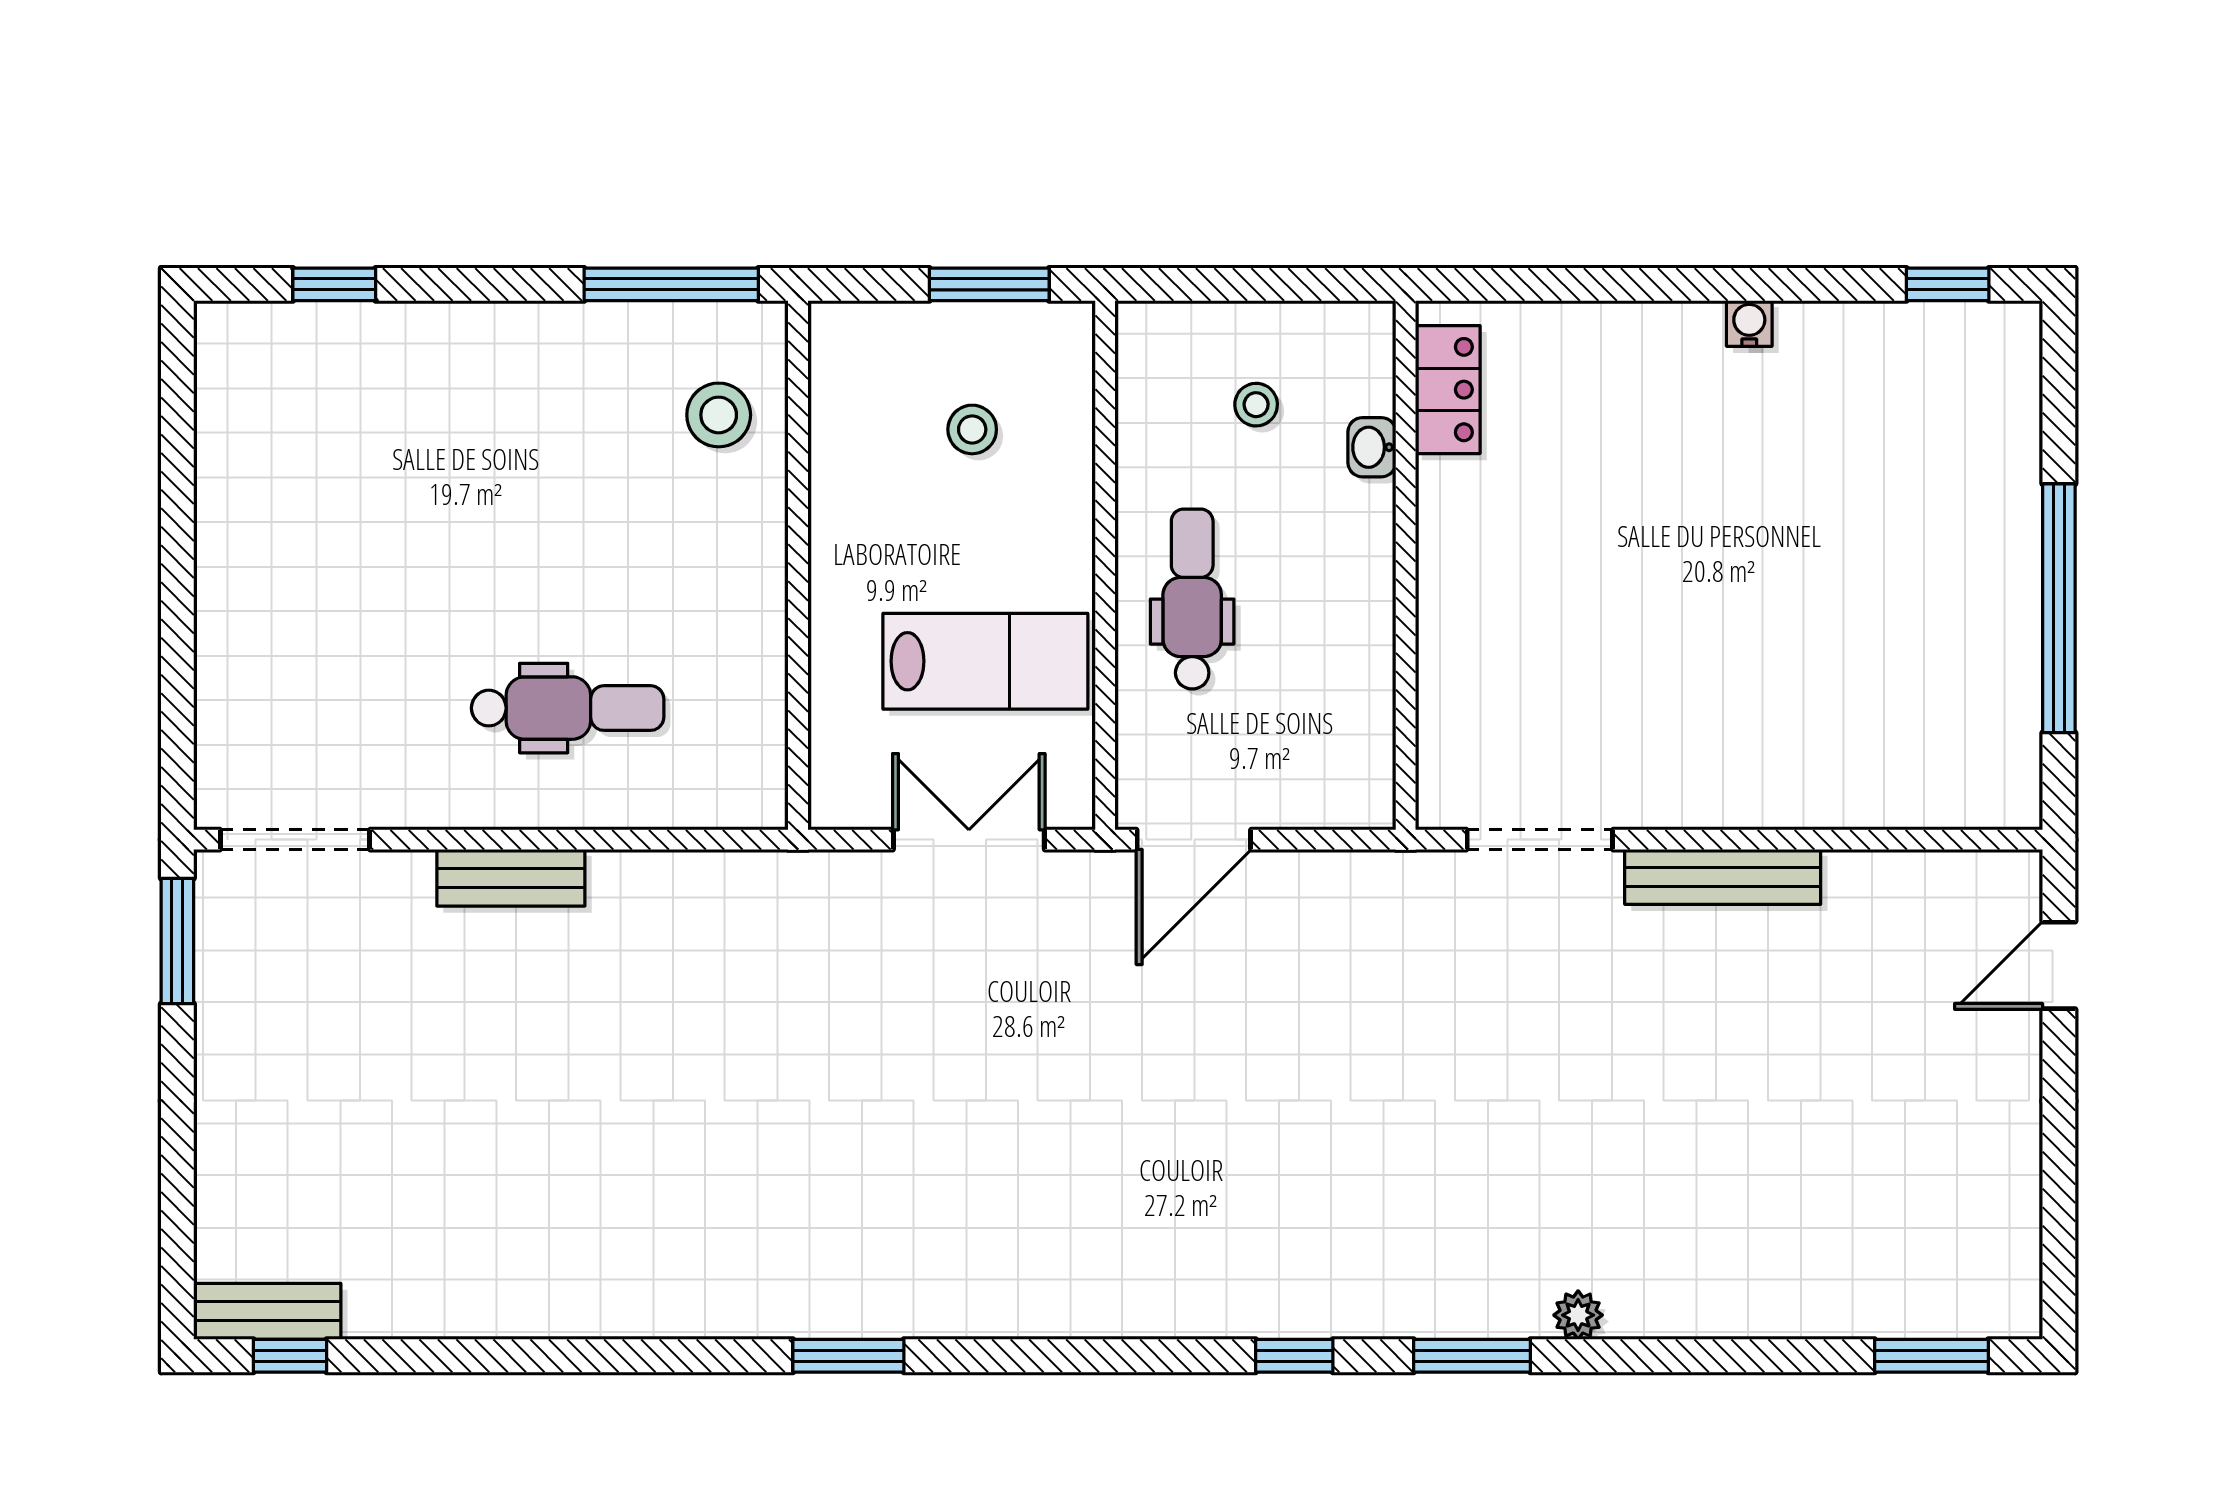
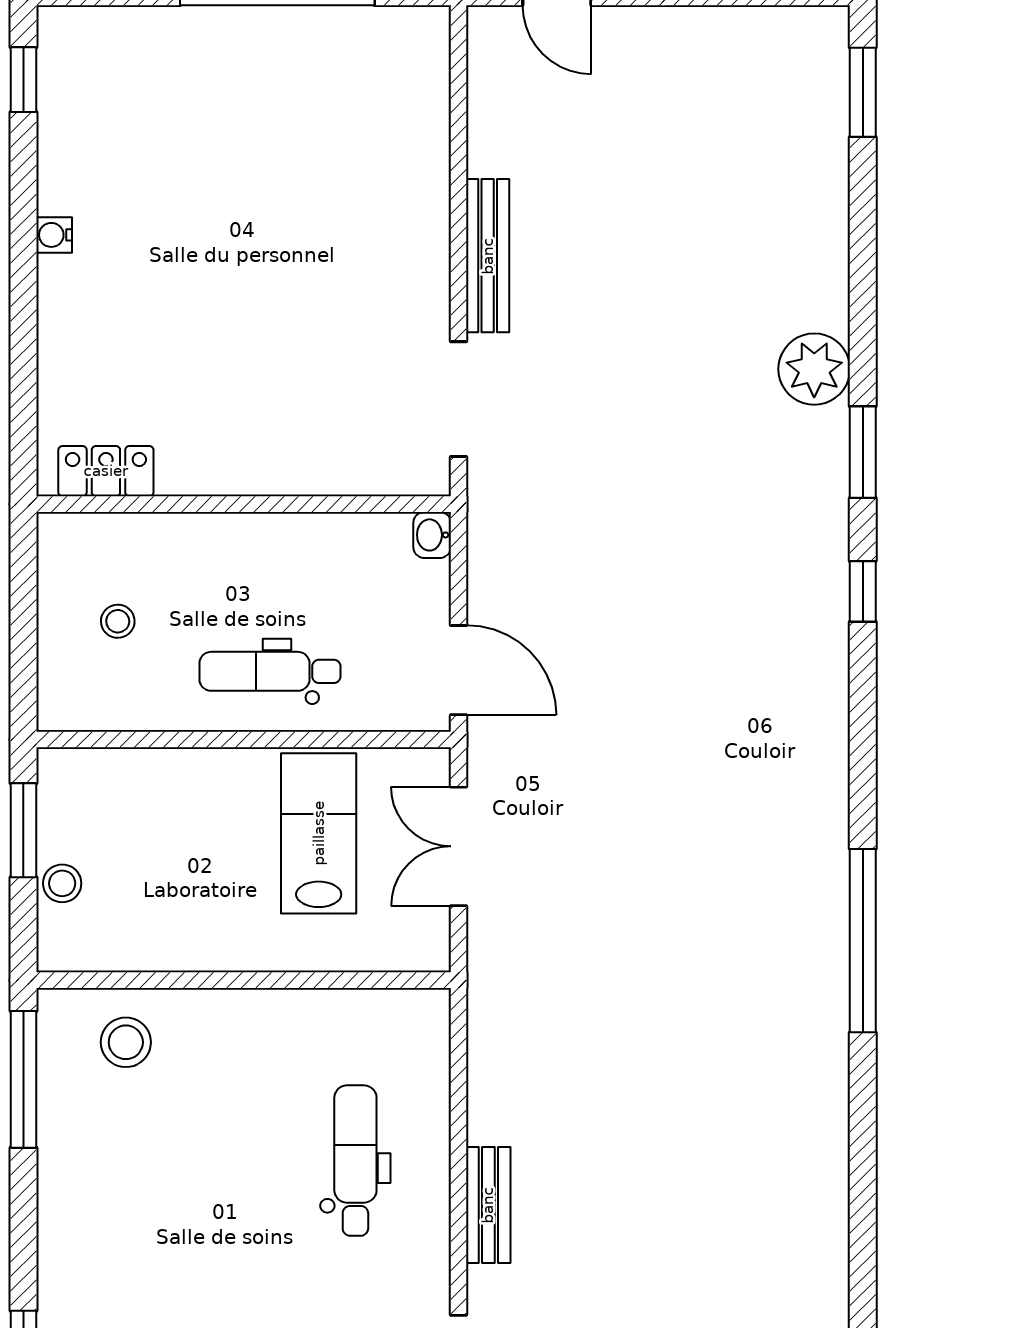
stool: (972, 429) -> (62, 883), moved
washbasin: (1372, 447) -> (432, 535), moved, turned 90
plant: (1578, 1315) -> (814, 369), width x1.88, depth x1.88
window: (848, 1356) -> (863, 941), width x2.11

